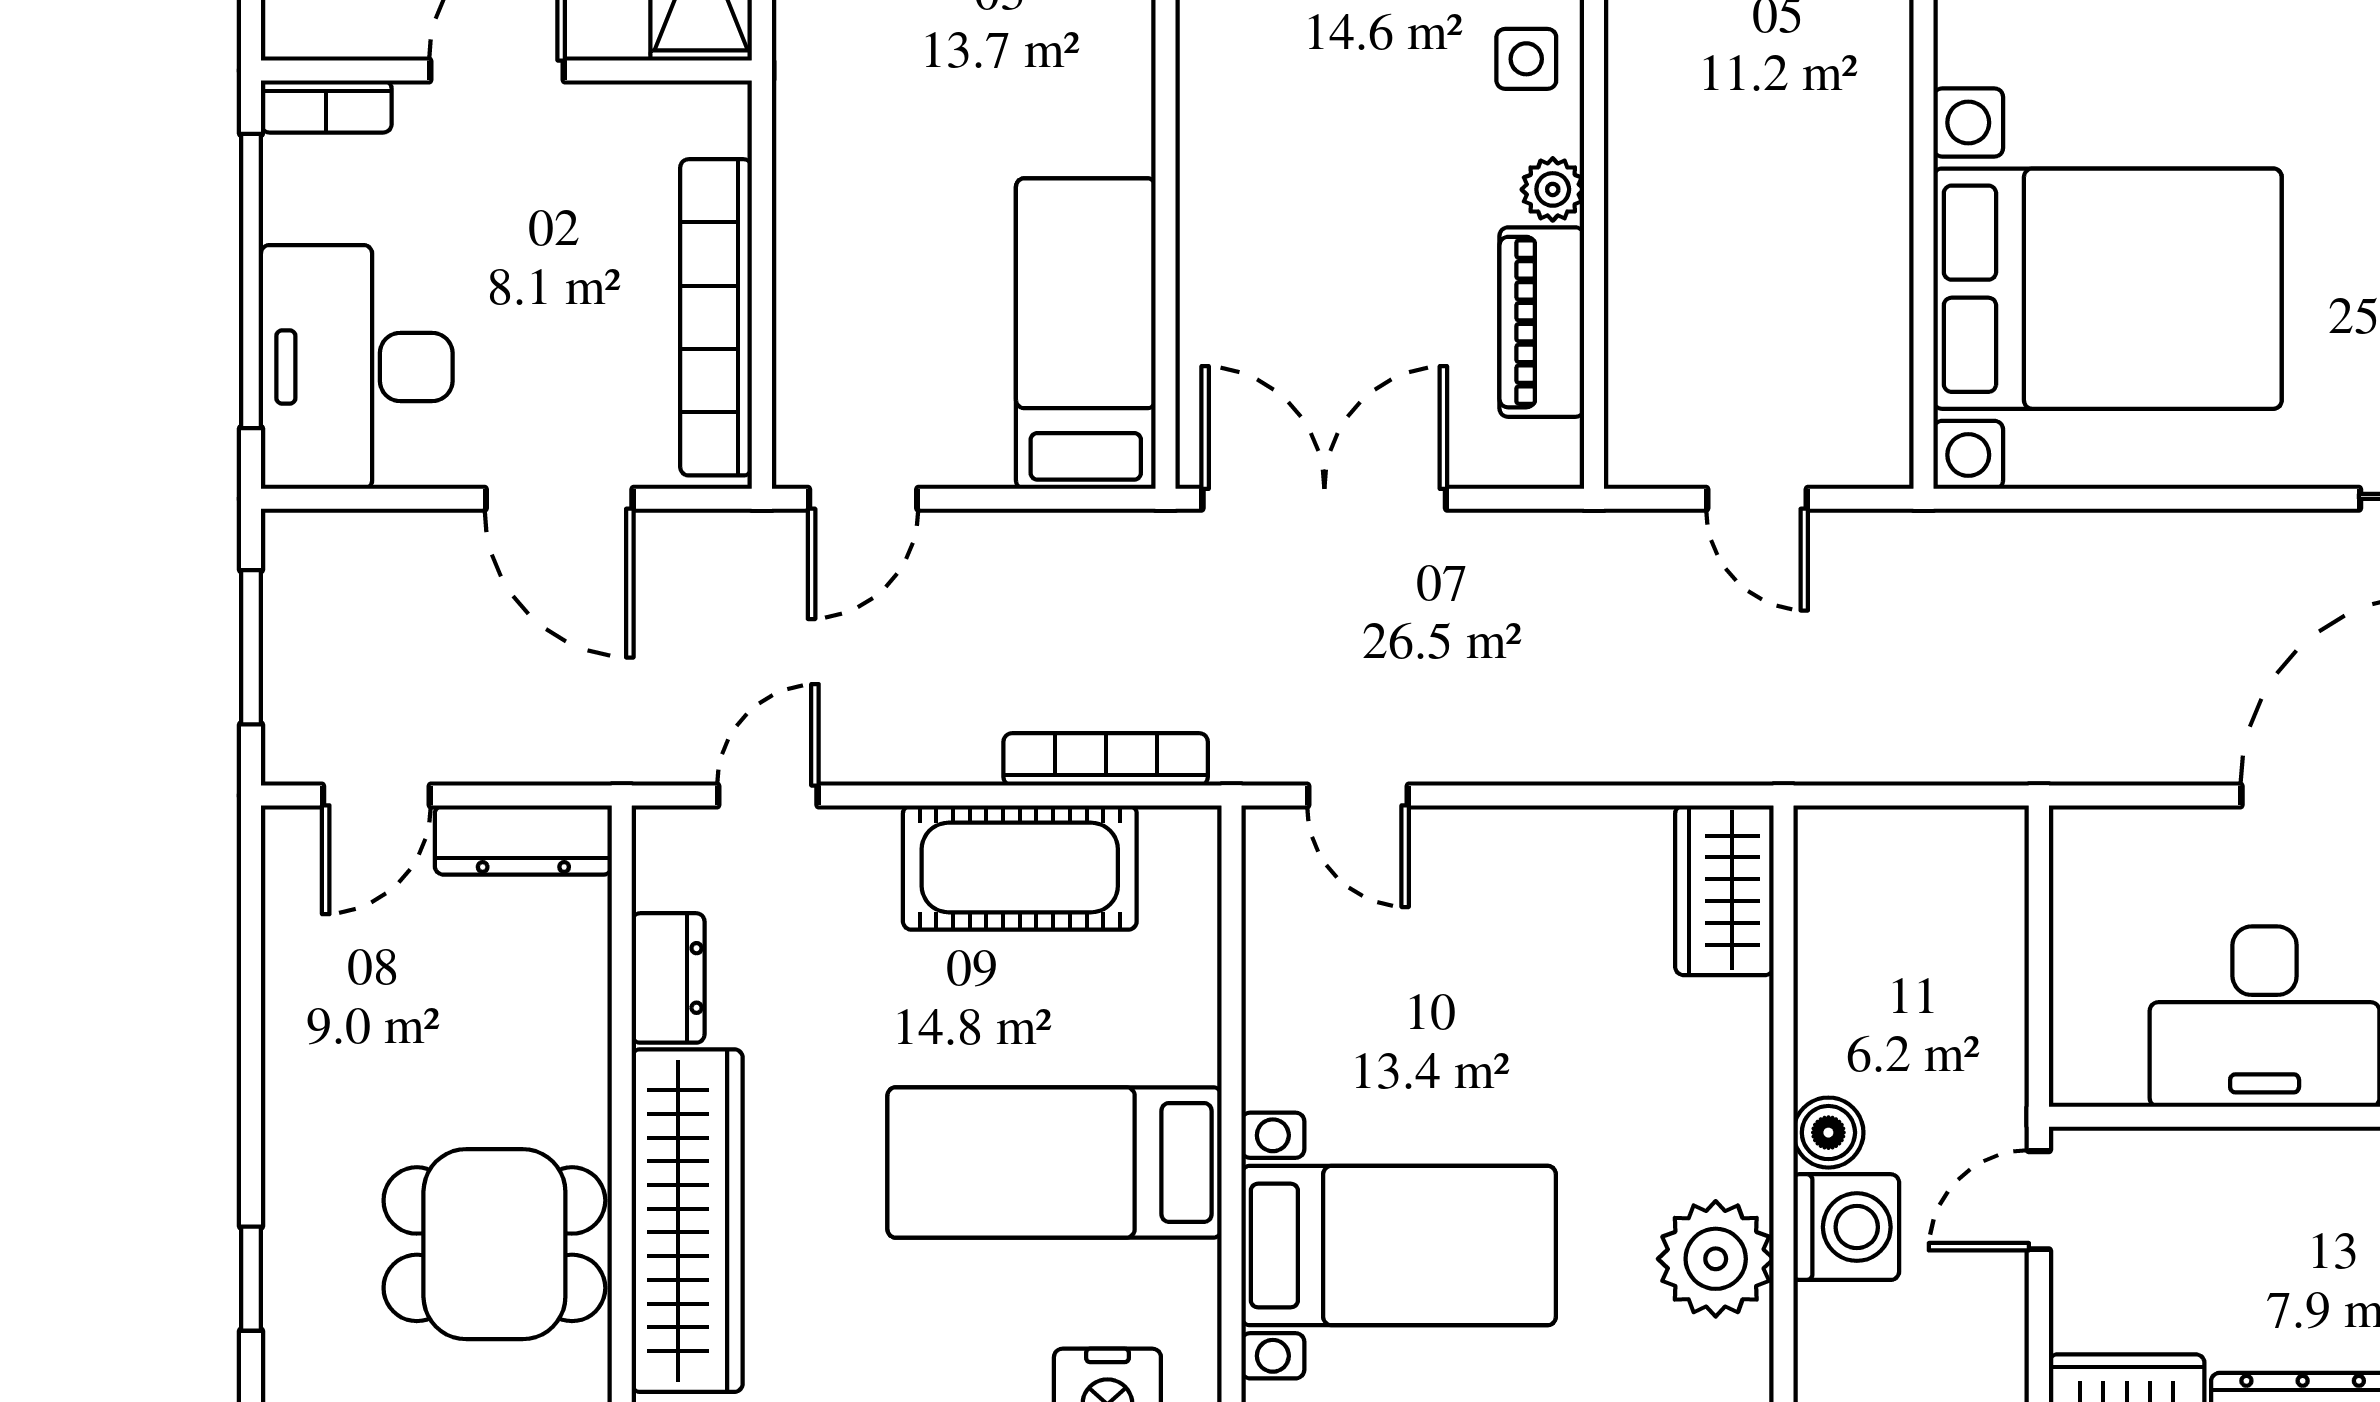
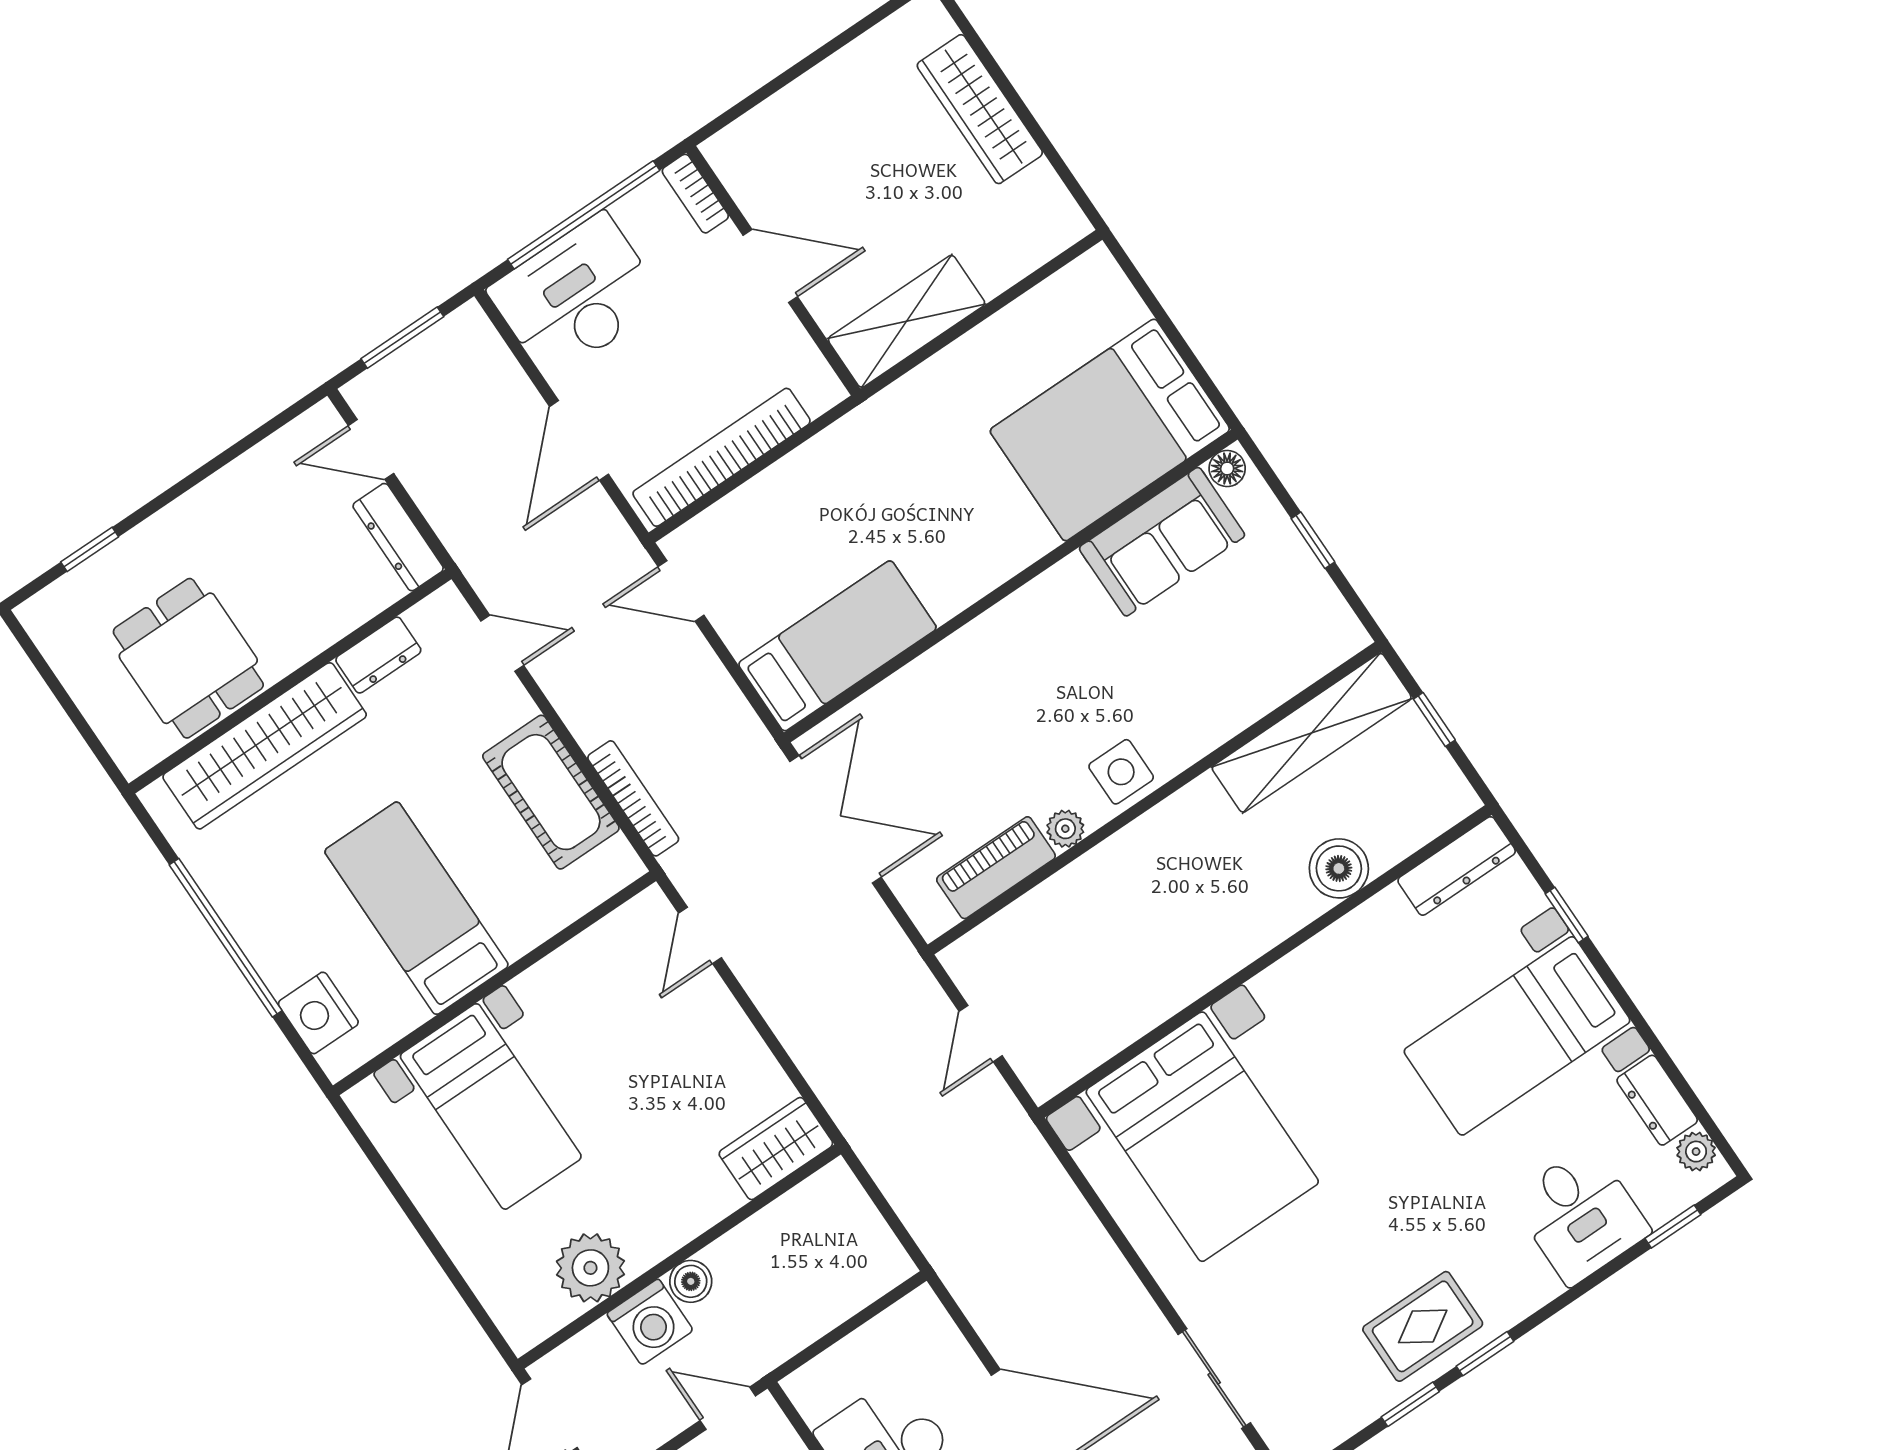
side table: (1526, 59) -> (1121, 772), width x1.37, depth x1.37

